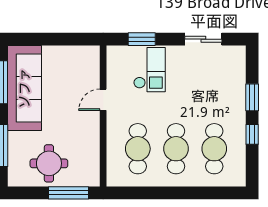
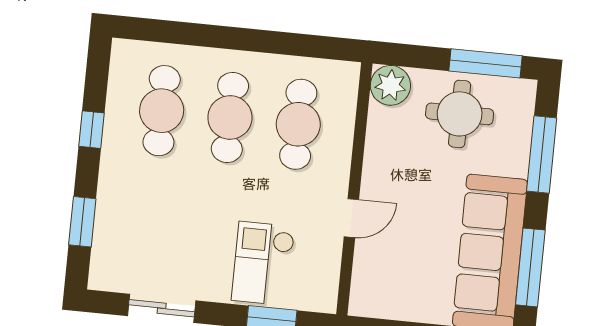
window: (252, 97) -> (82, 222), moved
plant: (89, 175) -> (390, 85), added
window: (69, 193) -> (485, 63), moved

